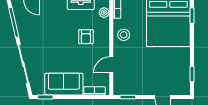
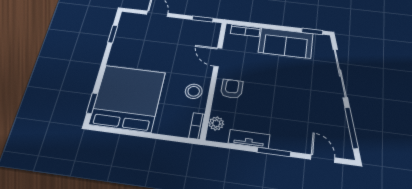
armchair: (86, 37) -> (232, 89), moved
door: (111, 65) -> (218, 57), swing flipped

